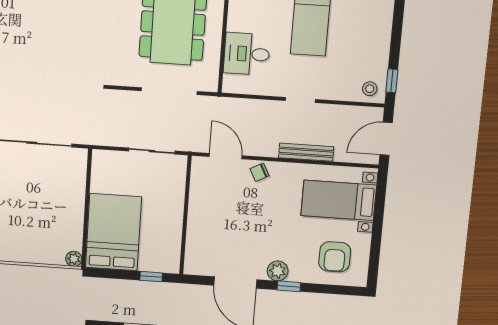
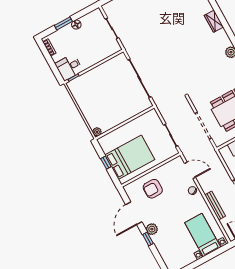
door: (226, 156) -> (190, 170), hinge flipped
bed: (114, 232) -> (130, 157), moved
armchair: (335, 257) -> (153, 189), moved
window: (151, 277) -> (106, 163), moved

